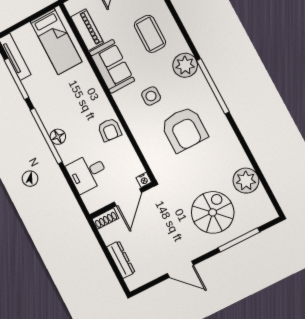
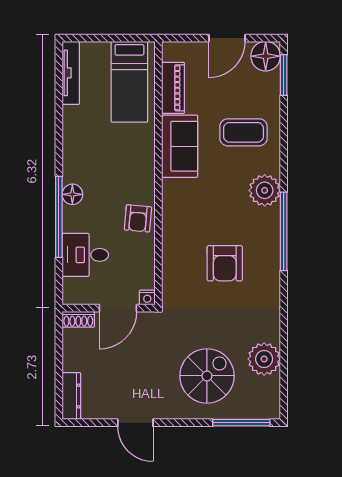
coffee table: (150, 34) -> (243, 132), turned 90
window: (16, 79) -> (59, 100), removed
side table: (151, 96) -> (207, 205), removed
armchair: (184, 129) -> (225, 263), width x0.73, depth x0.73
window: (46, 136) -> (59, 217), moved
window: (239, 240) -> (241, 423), moved
dresser: (121, 260) -> (71, 396), moved

